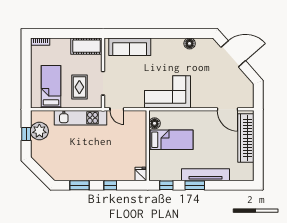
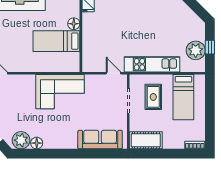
plant: (204, 46) -> (21, 140), added
floor lamp: (155, 123) -> (74, 24), moved

